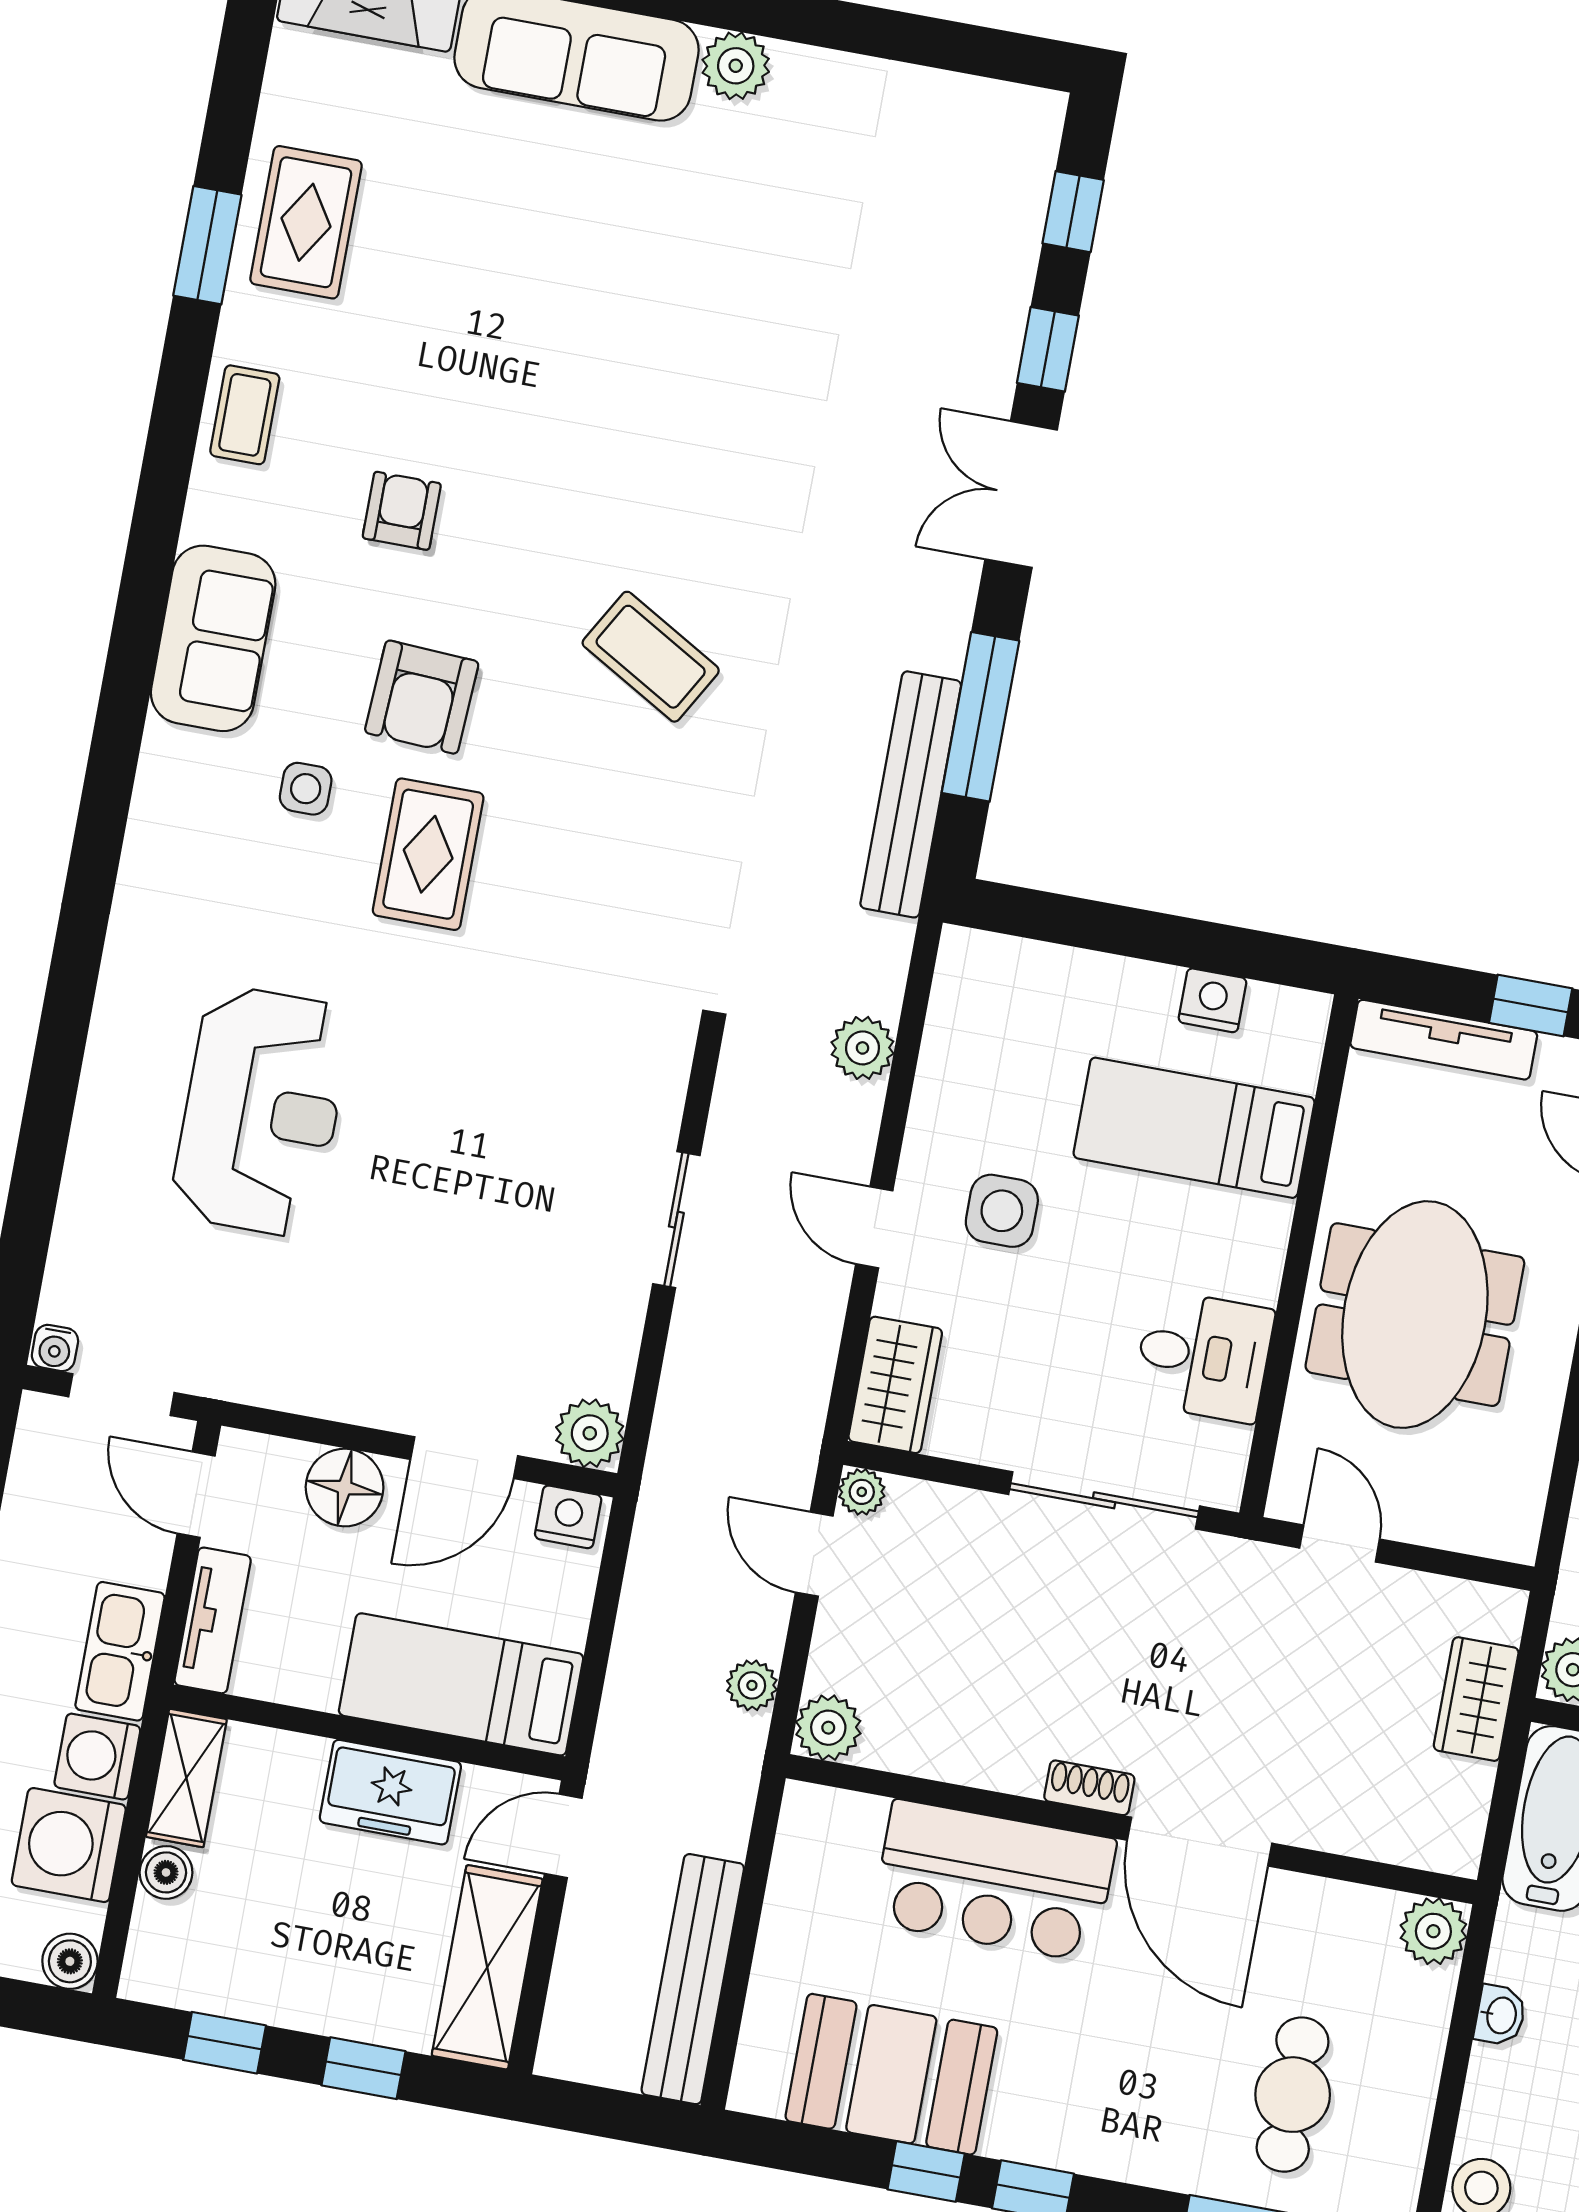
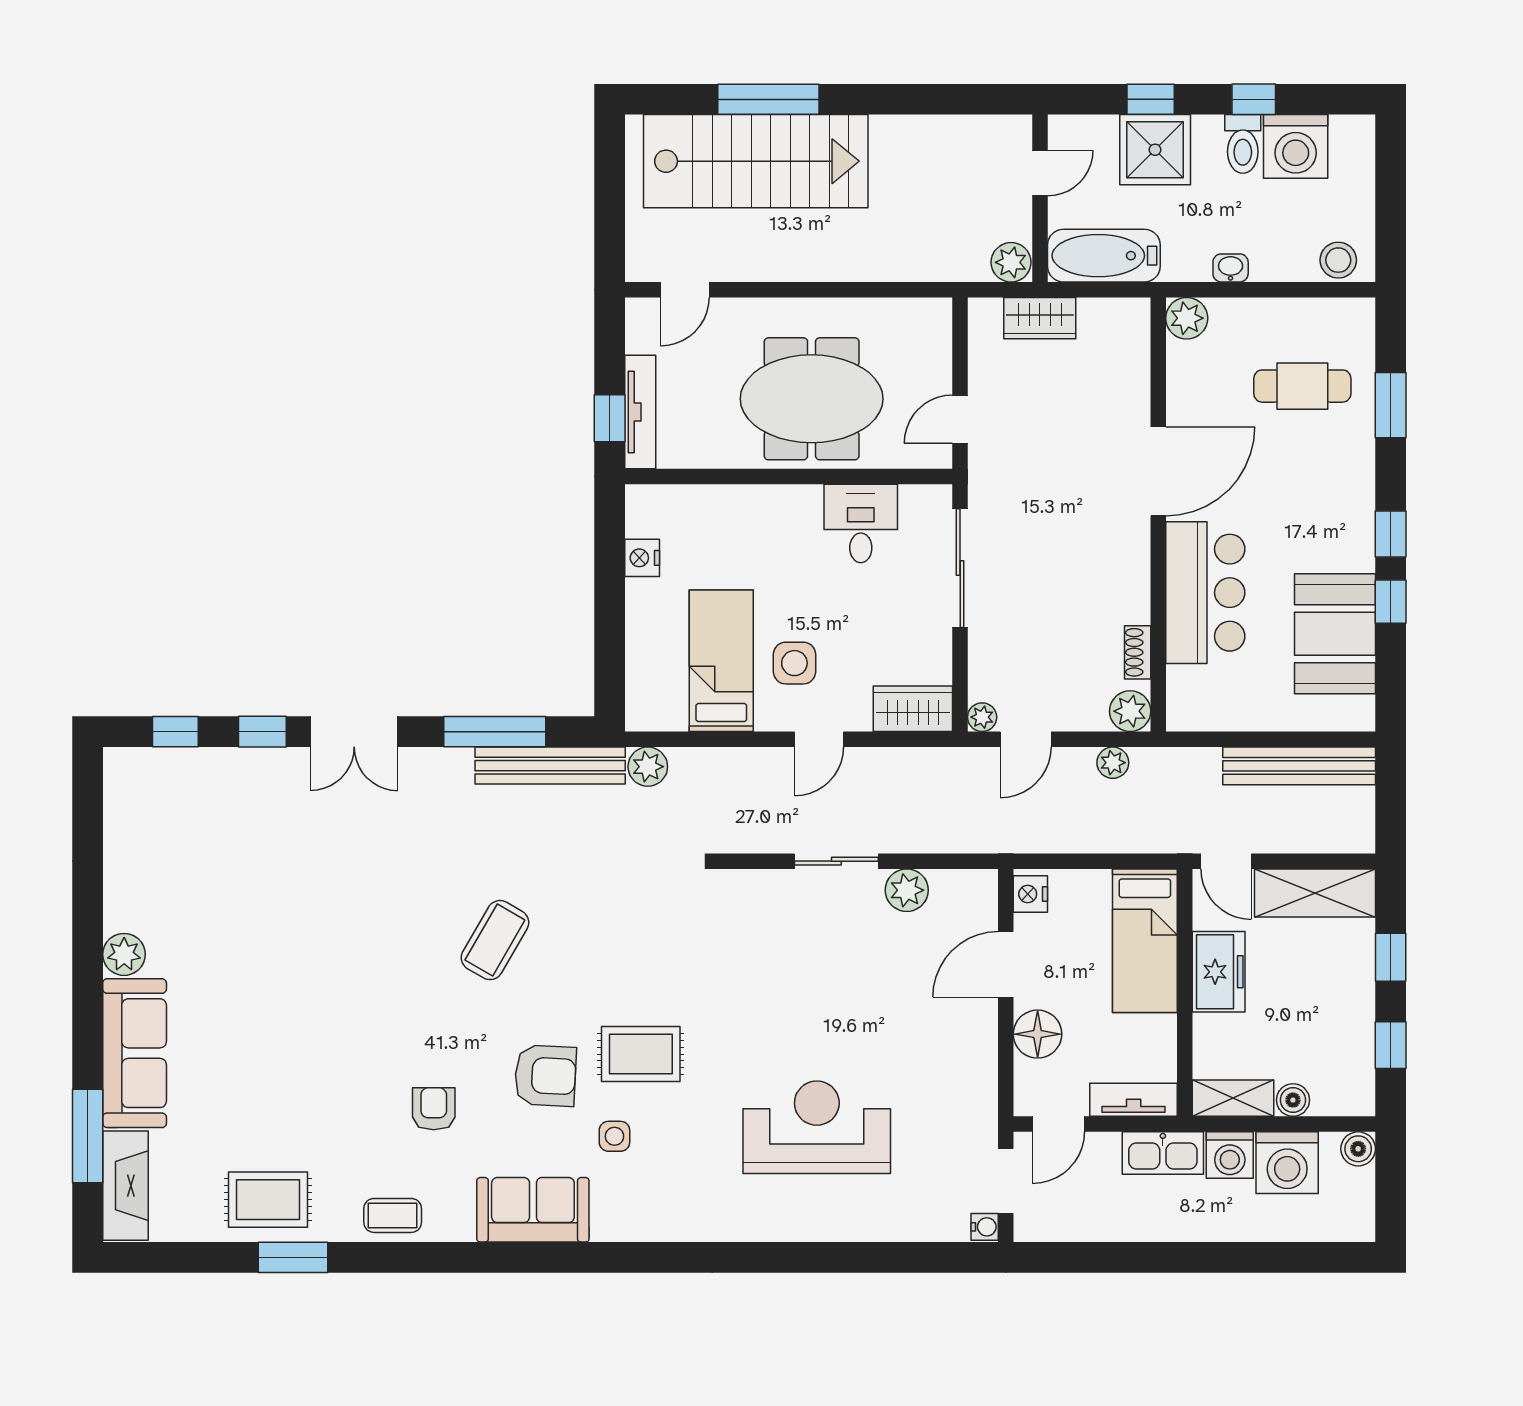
armchair: (402, 511) -> (434, 1109), turned 90
window: (1531, 1006) -> (610, 418), moved
plant: (862, 1048) -> (648, 767), moved
bed: (1194, 1128) -> (721, 661), moved, turned 180
plant: (590, 1433) -> (907, 890), moved
door: (464, 1458) -> (1006, 964), swing flipped
shoe rack: (1089, 1788) -> (1138, 652), moved

